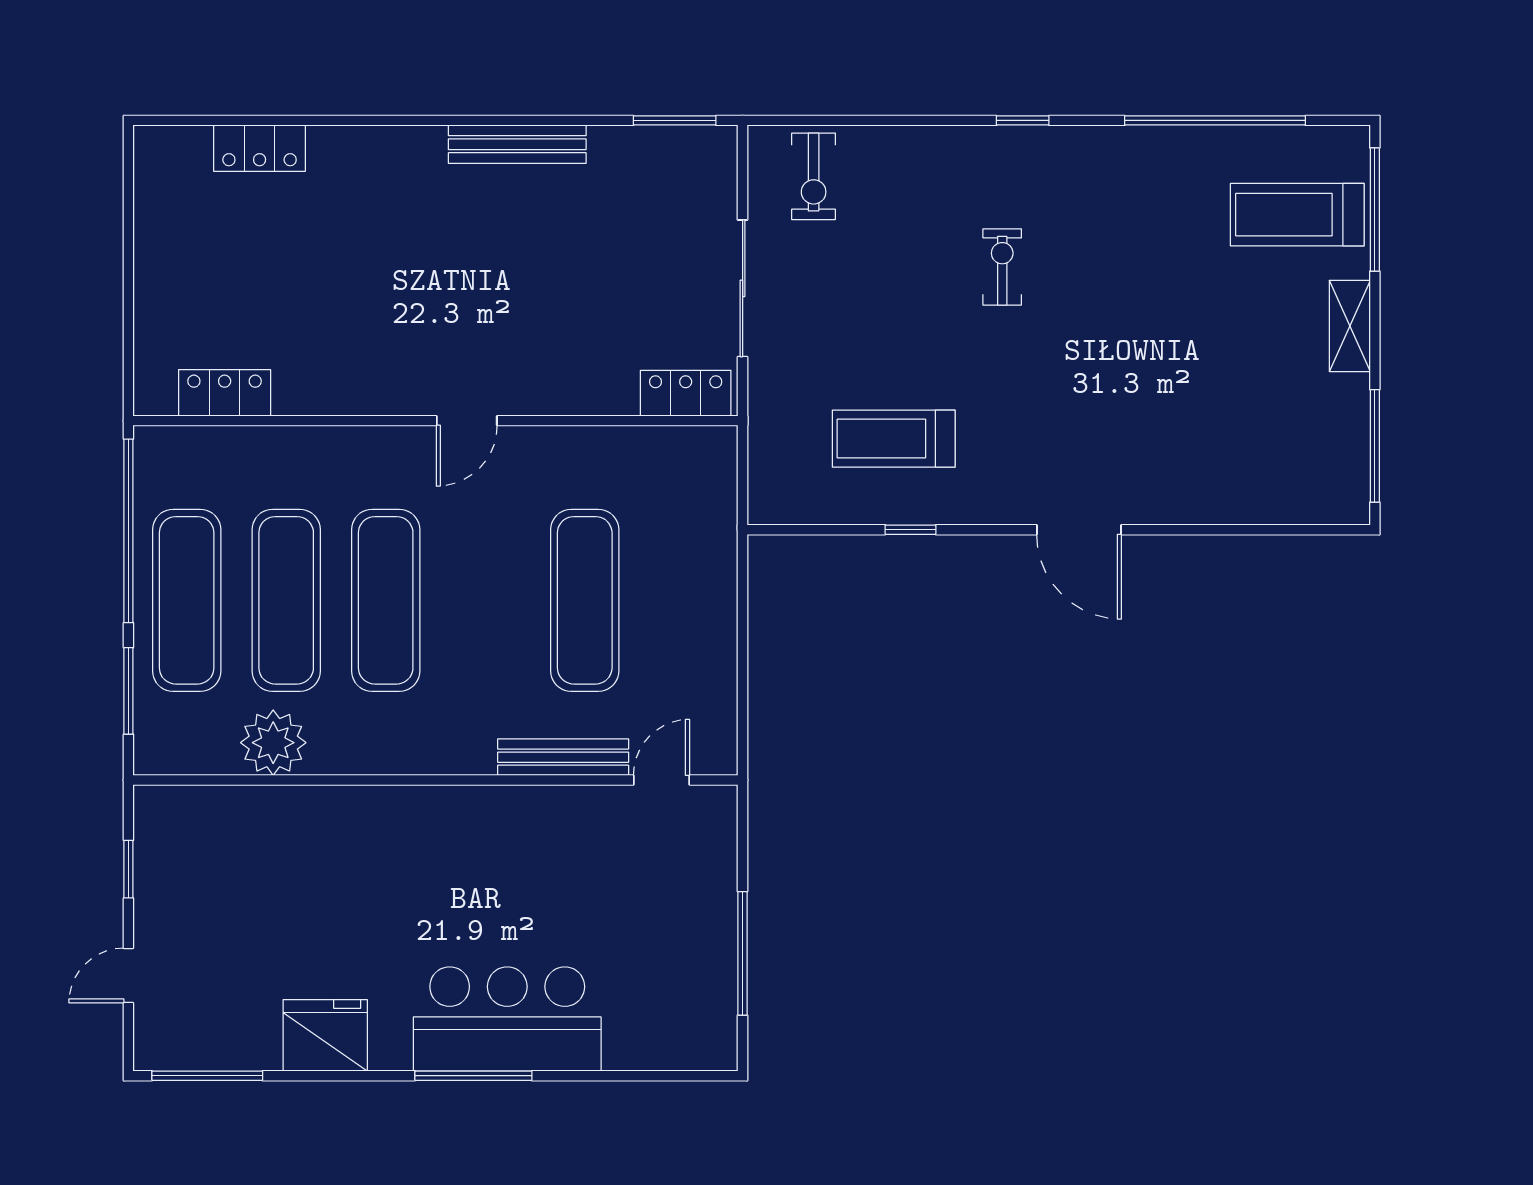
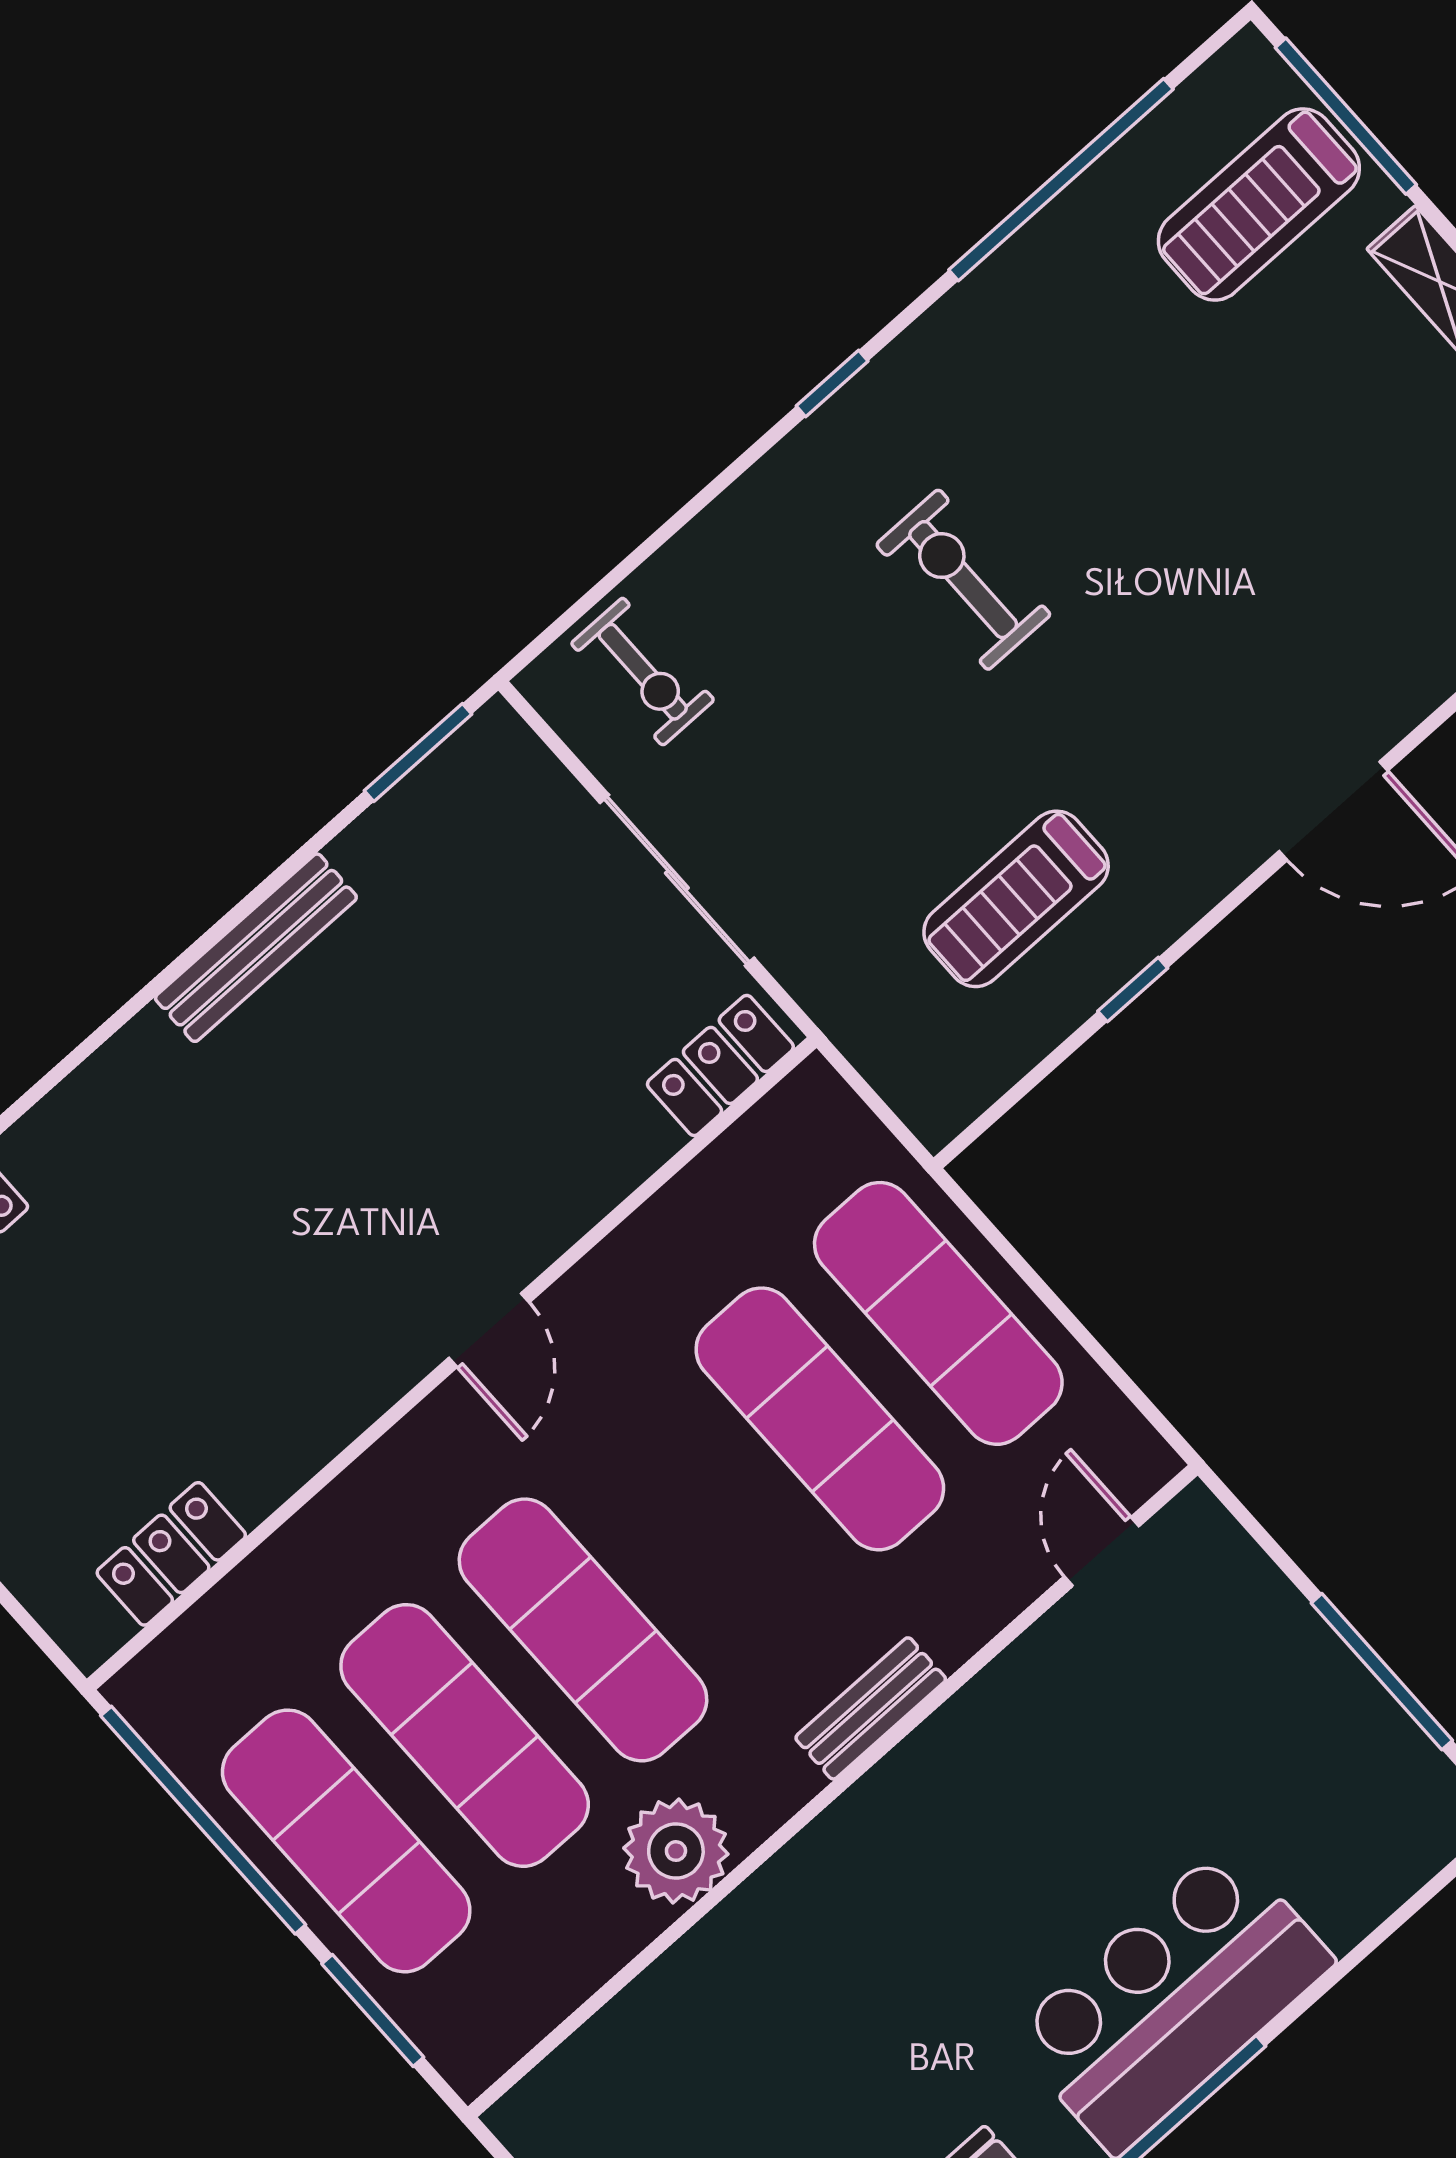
exercise bike: (1002, 267) -> (963, 580), width x1.38, depth x1.39
exercise mat: (684, 600) -> (938, 1313), added
plant: (273, 743) -> (676, 1851), moved
bench: (563, 757) -> (871, 1708), moved, width x0.73

